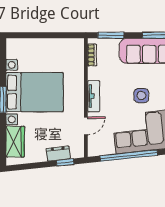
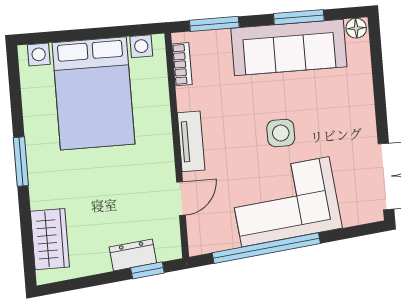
bed with nightstands: (35, 92) -> (93, 93), moved, turned 90

